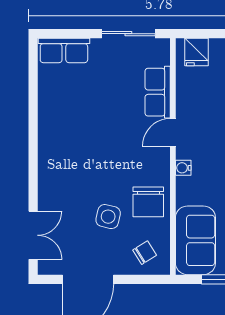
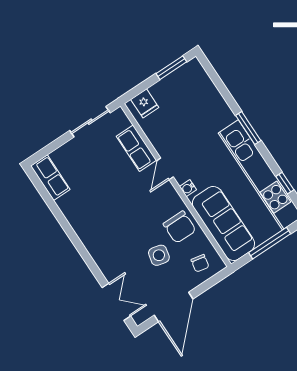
row of seats: (64, 51) -> (50, 178), moved, turned -90
sofa: (195, 240) -> (223, 223), width x1.36
chair: (145, 253) -> (200, 263), turned 133

